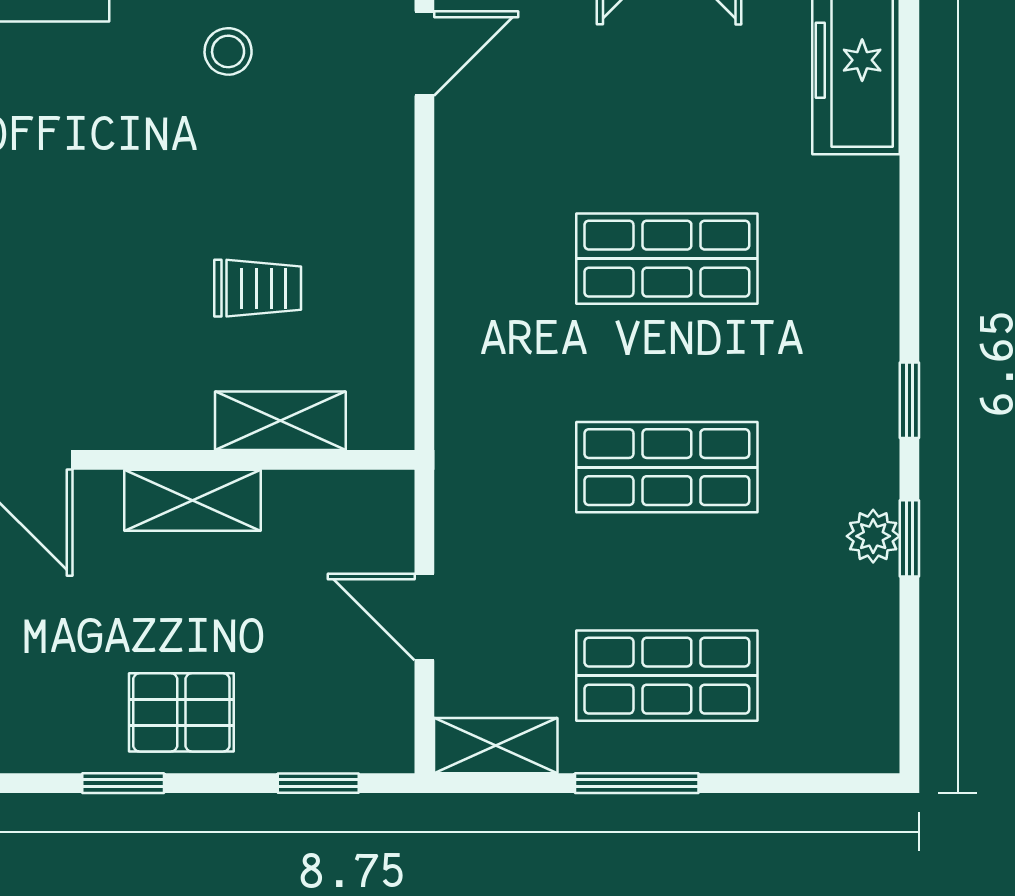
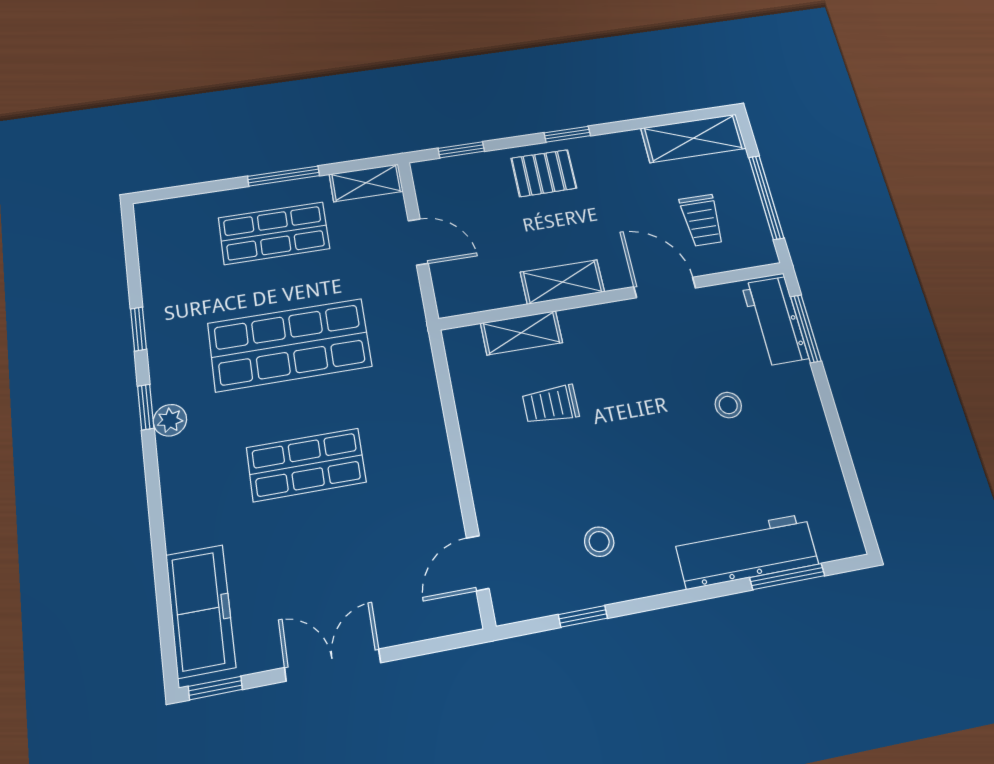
shop shelf: (667, 467) -> (290, 345), width x1.43, depth x1.36
plant: (873, 536) -> (170, 420), moved

